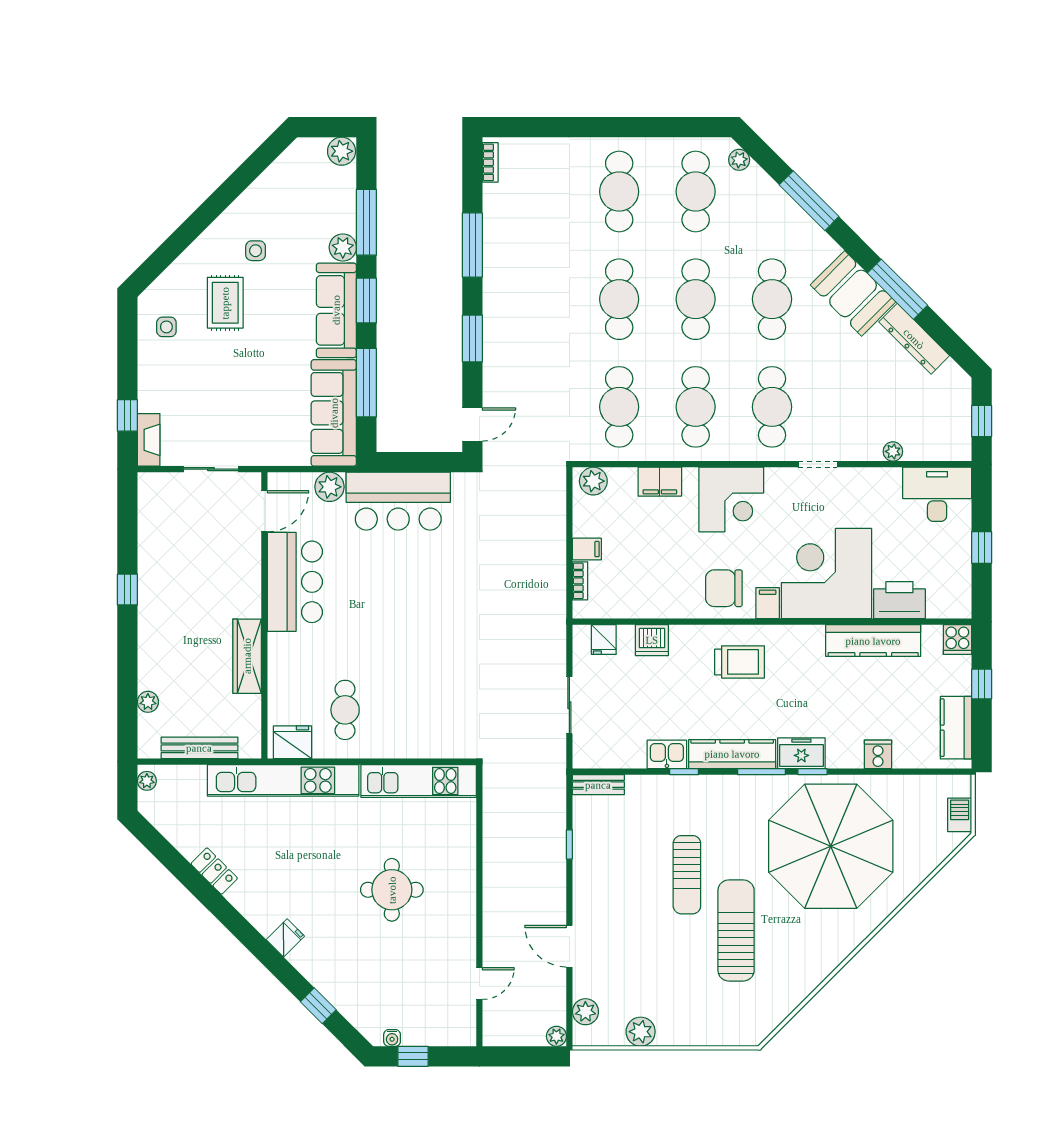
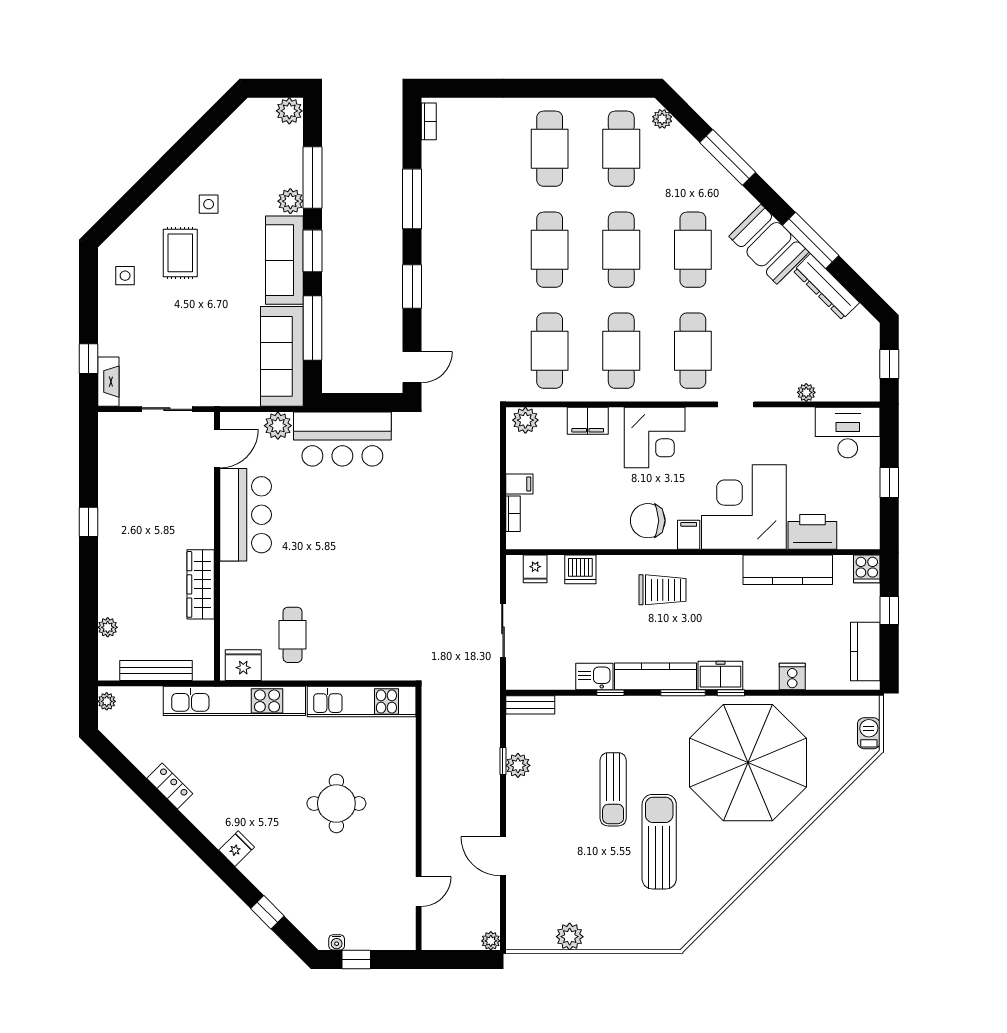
plant: (585, 1012) -> (518, 765), moved

